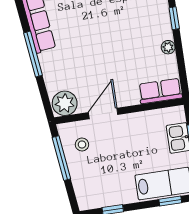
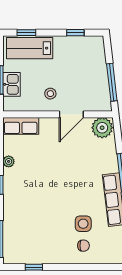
stool: (82, 145) -> (50, 94), moved

